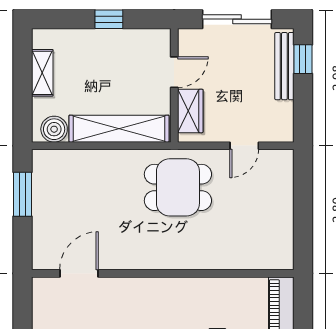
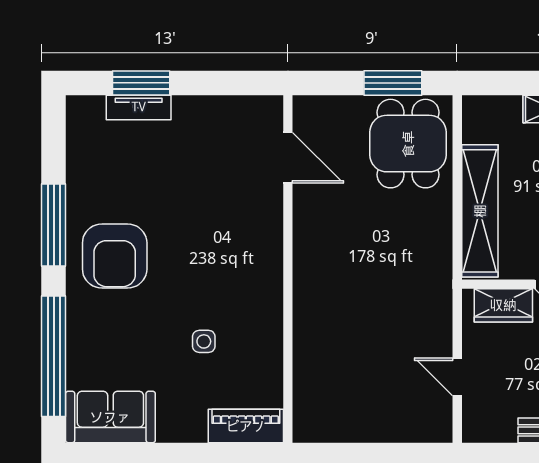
boiler: (54, 129) -> (479, 125), removed
dining table: (178, 187) -> (408, 144), moved

